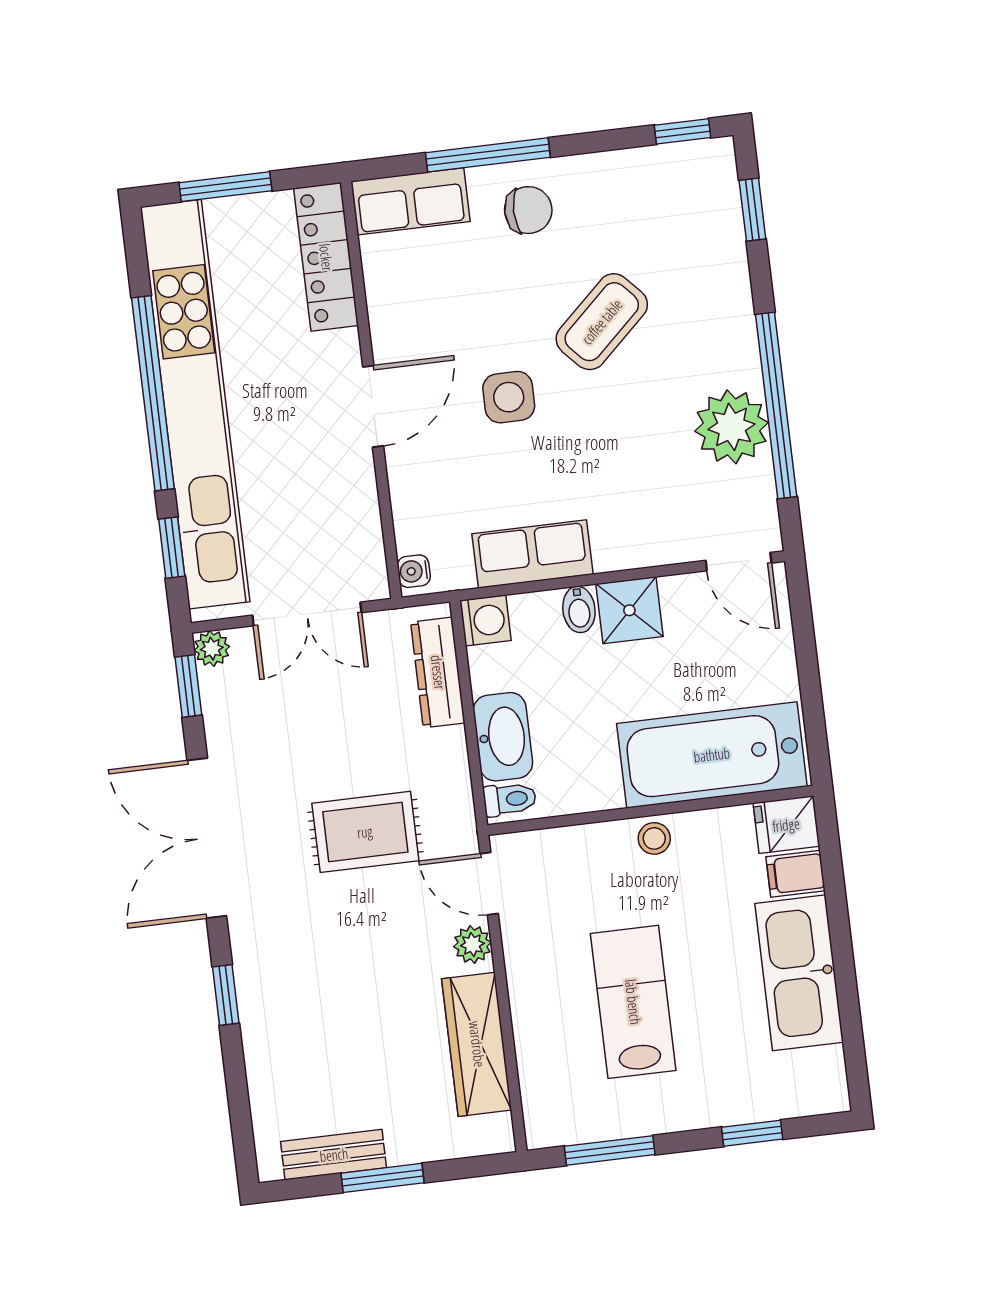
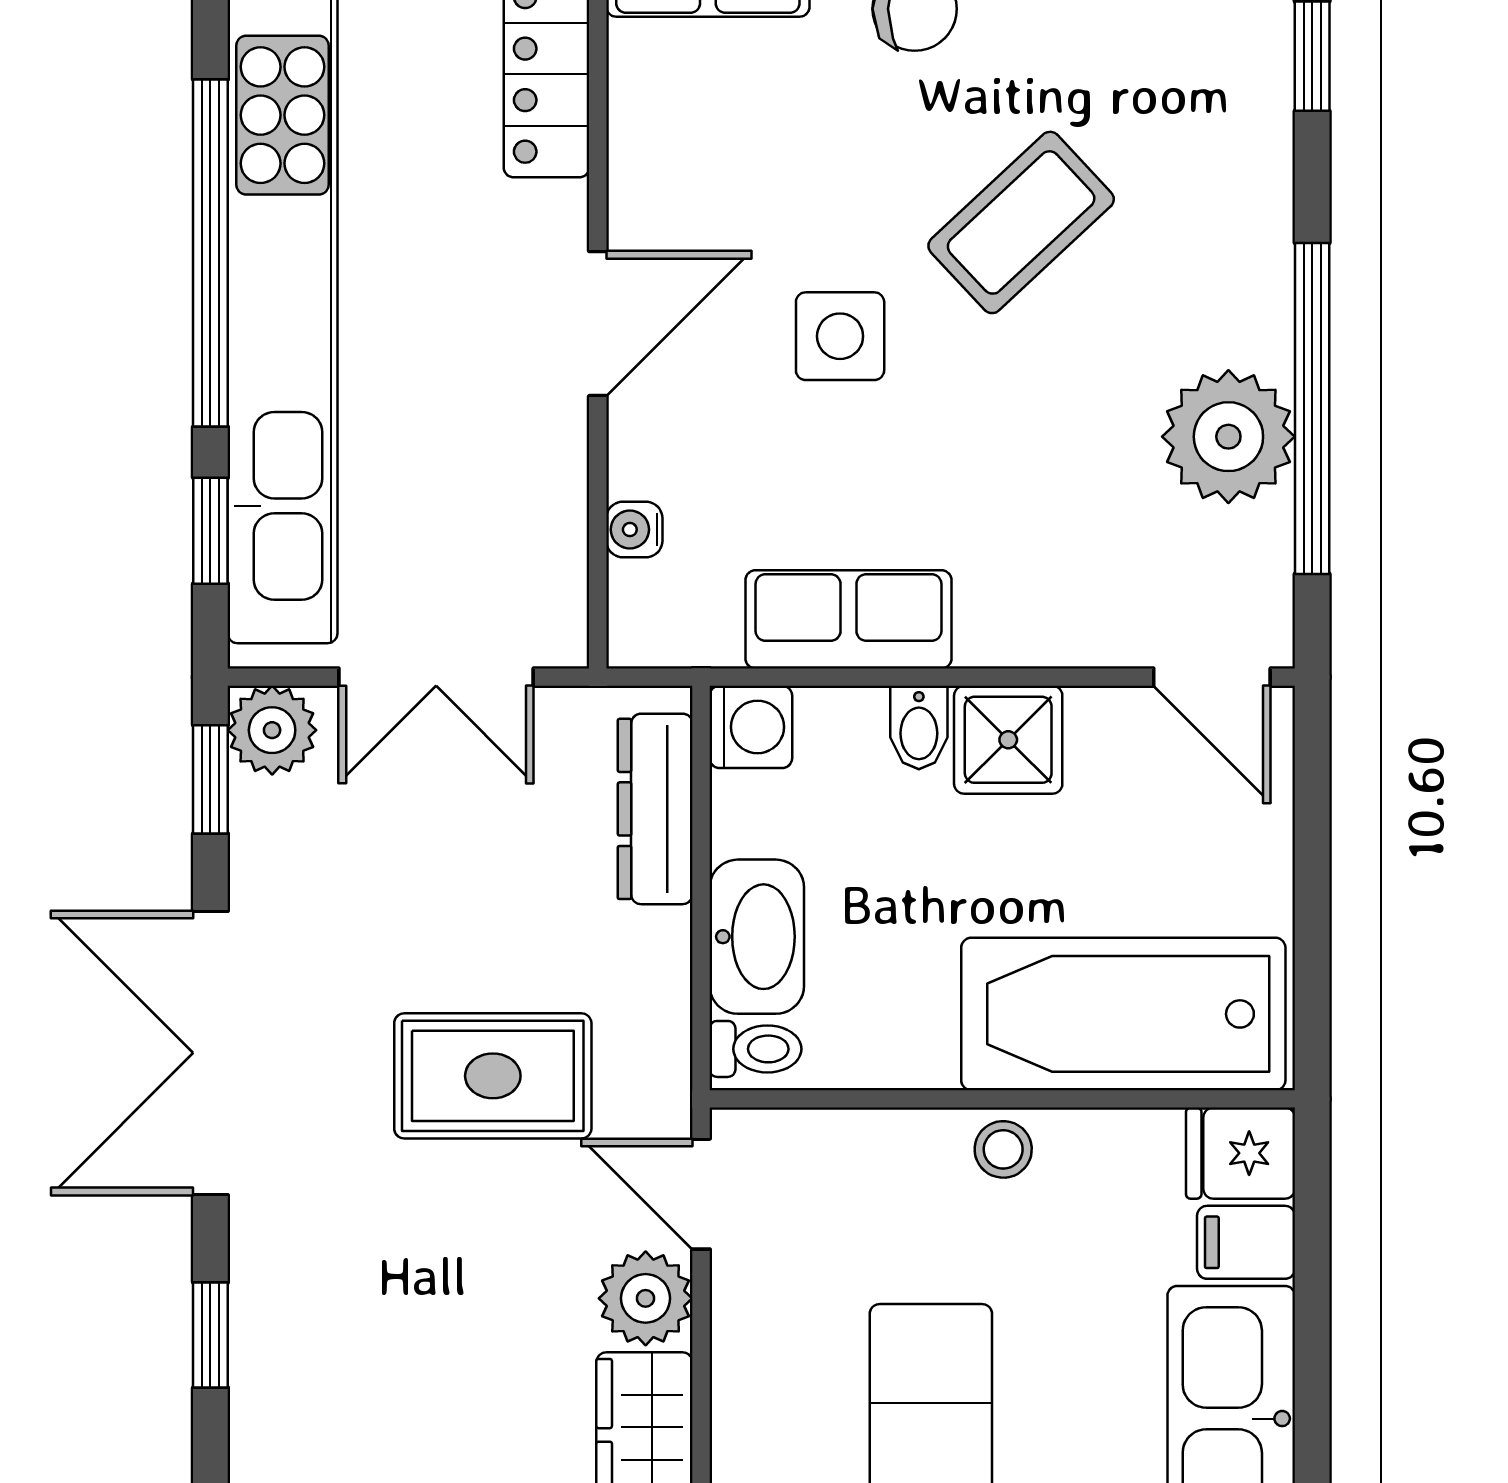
water cooler: (414, 571) -> (634, 530), moved
plant: (212, 649) -> (272, 730), width x1.38, depth x1.38
plant: (472, 945) -> (646, 1298), width x1.38, depth x1.38

